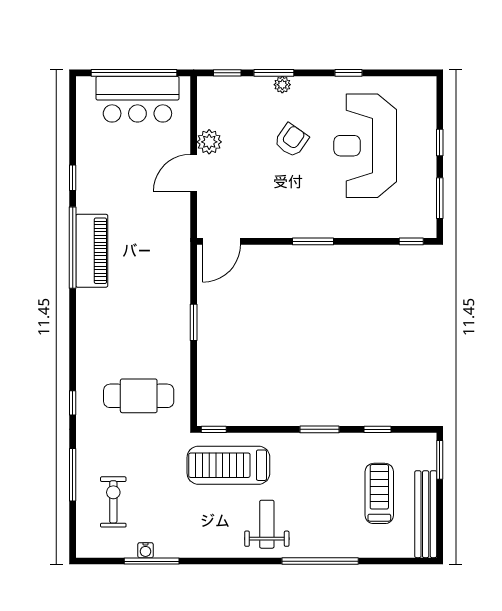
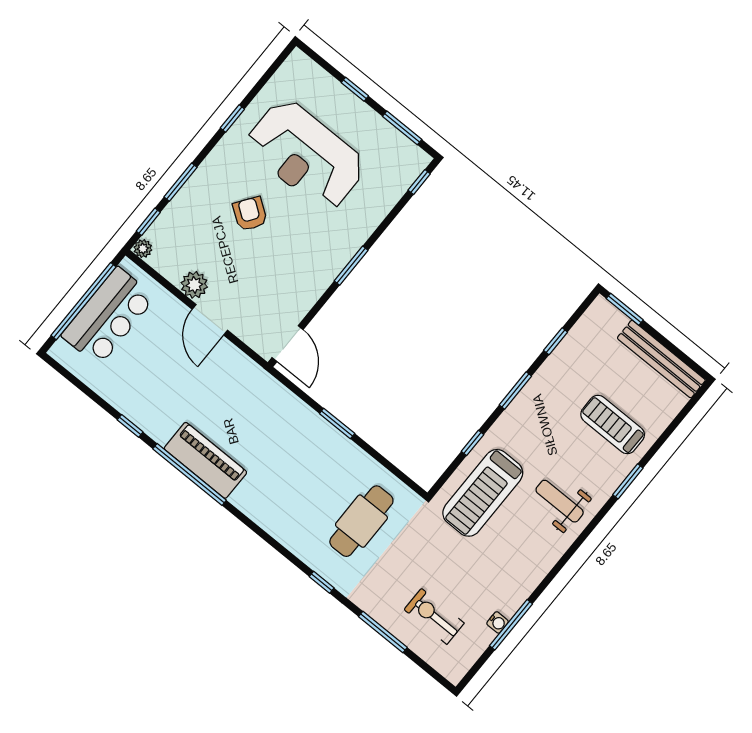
plant: (282, 85) -> (143, 249), moved
window: (214, 429) -> (473, 443), moved
treadmill: (379, 493) -> (613, 424), moved
window: (320, 561) -> (628, 481), width x0.47

